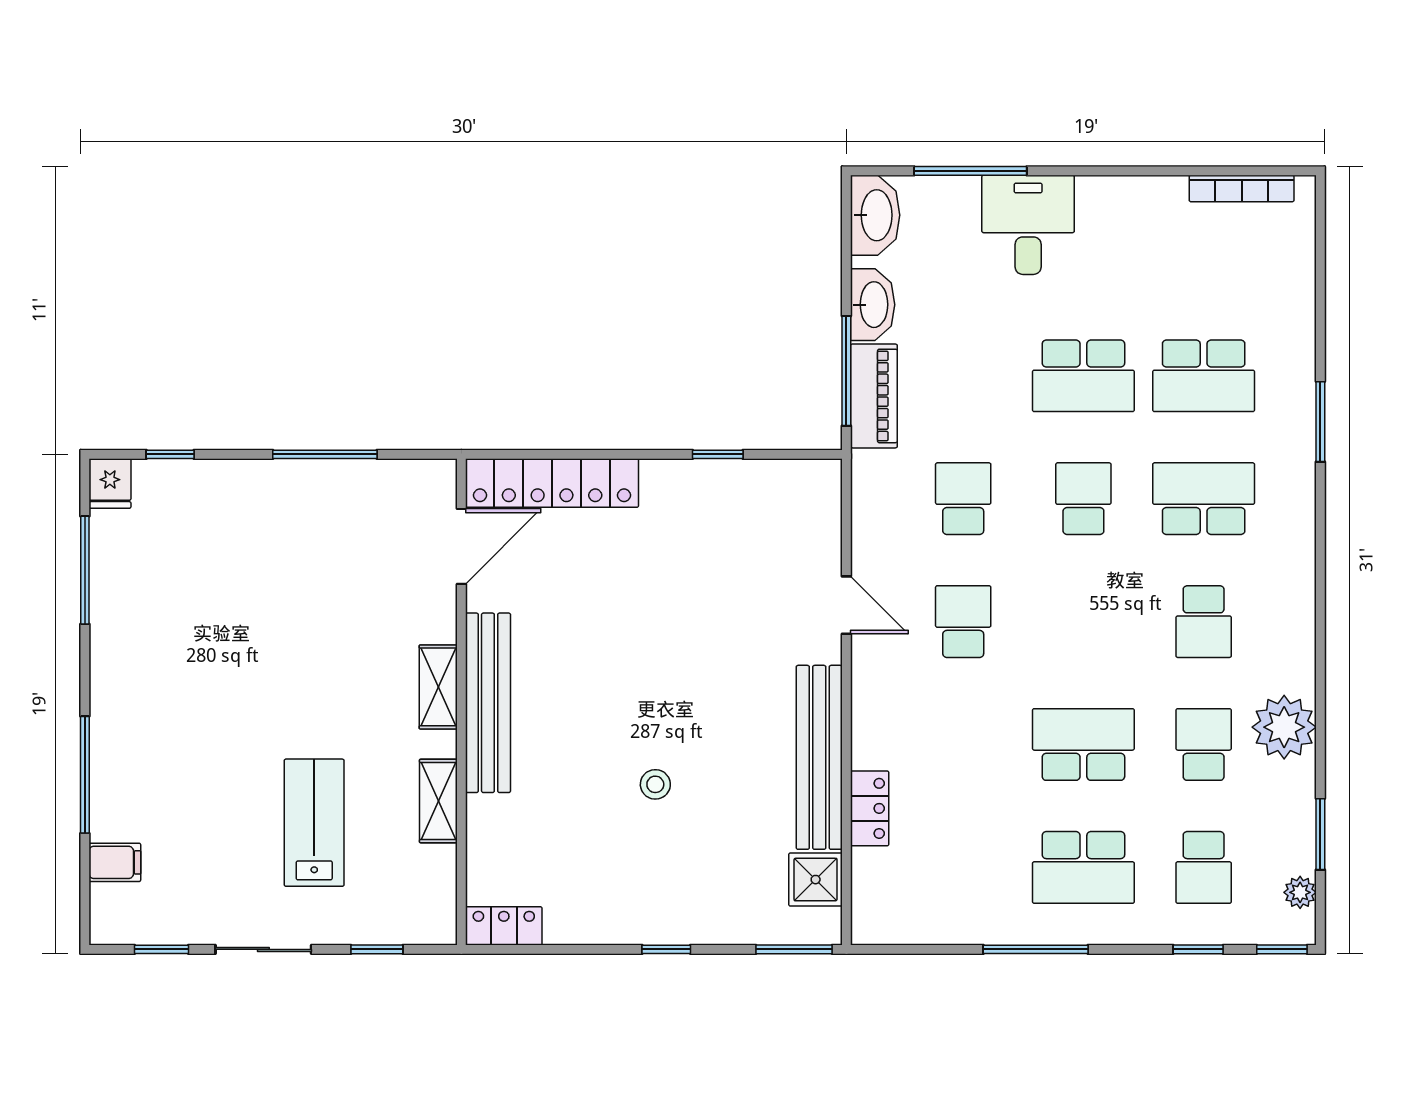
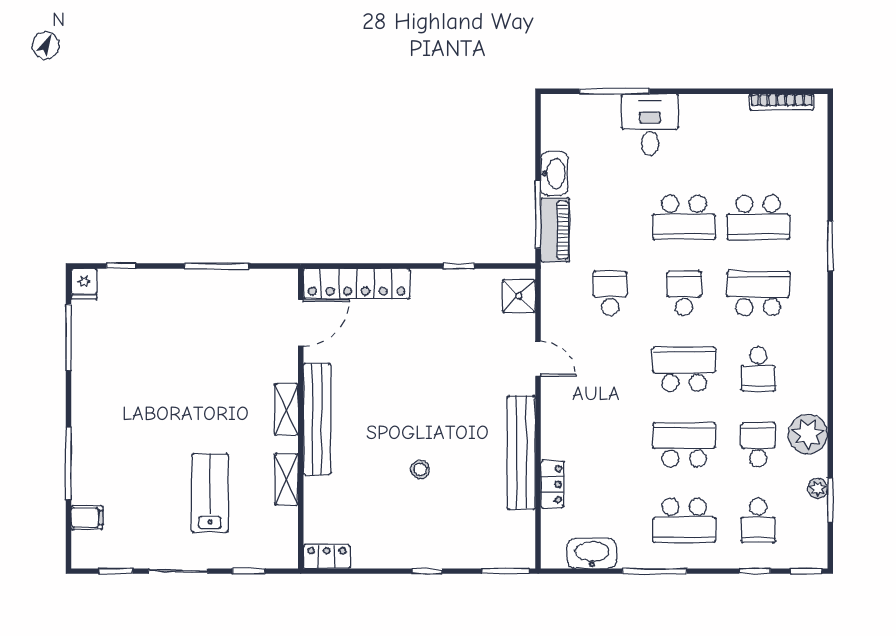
washbasin: (875, 215) -> (592, 553), moved, turned -90
school desk: (963, 622) -> (684, 369), moved, width x1.85
shower: (816, 880) -> (519, 296), moved
plant: (1300, 892) -> (818, 488), moved

